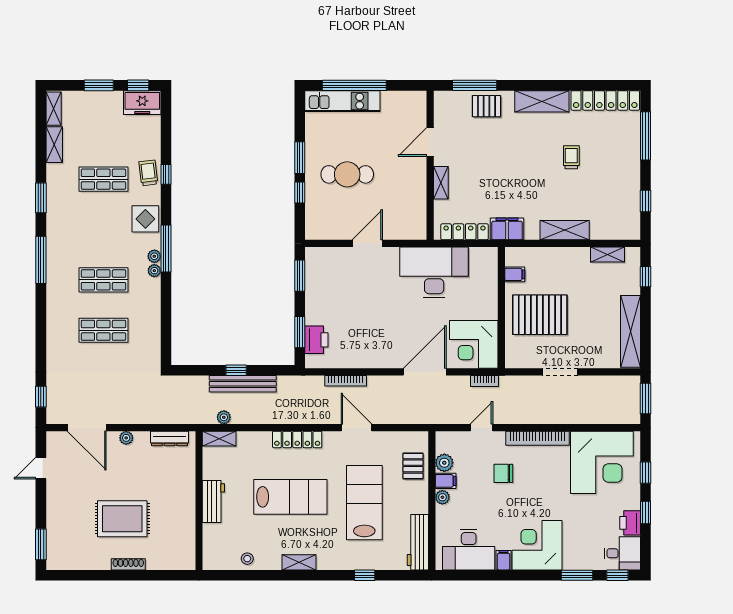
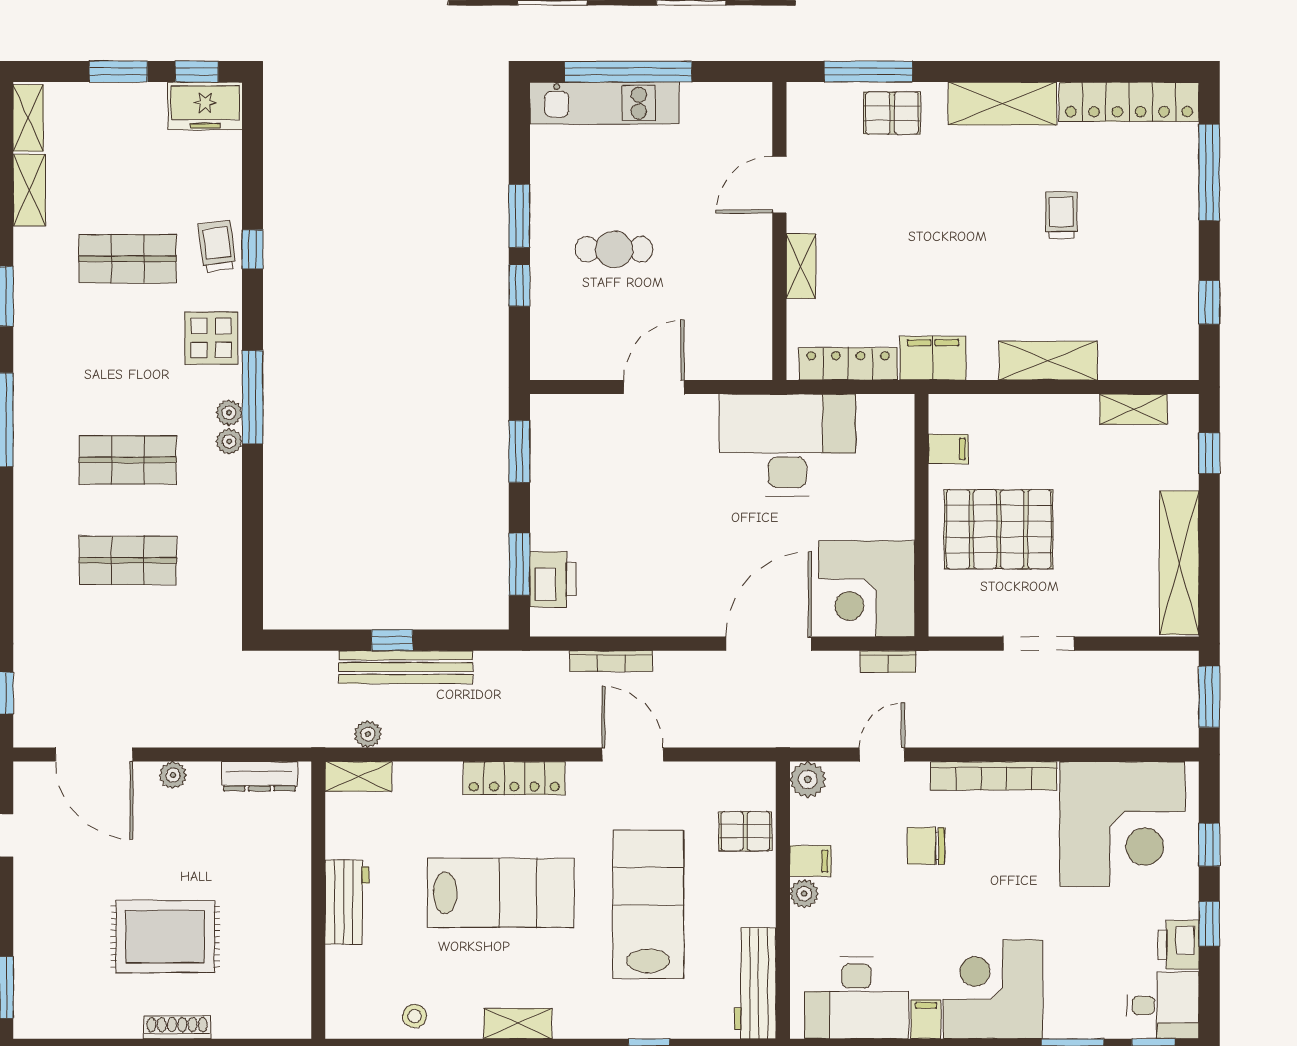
cafe table: (347, 174) -> (614, 249), width x0.73, depth x0.74
plant: (444, 463) -> (808, 779), moved
pallet: (413, 466) -> (745, 831), turned 90

